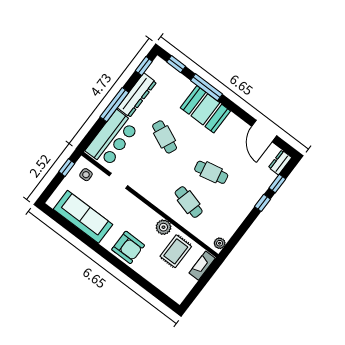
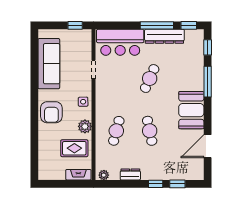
window: (114, 105) -> (157, 25), moved
booth: (205, 109) -> (191, 110), moved
dresser: (280, 162) -> (130, 174), moved
side table: (86, 175) -> (83, 102), moved

